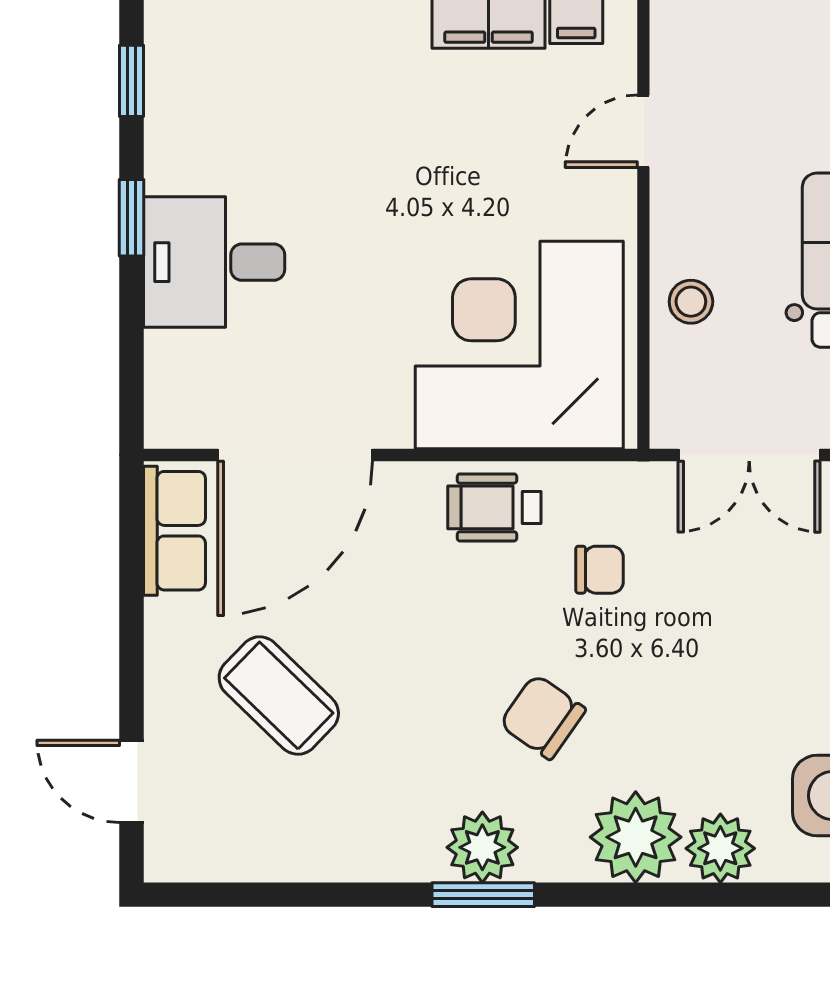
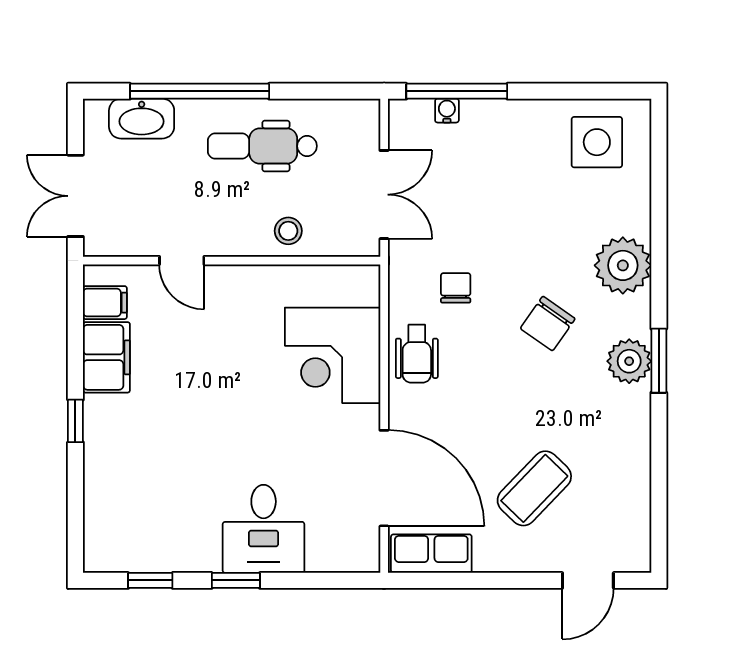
corner desk: (519, 345) -> (333, 355), width x0.74, depth x0.74
plant: (720, 848) -> (630, 213), removed

